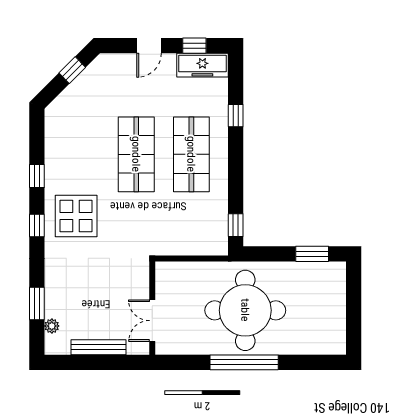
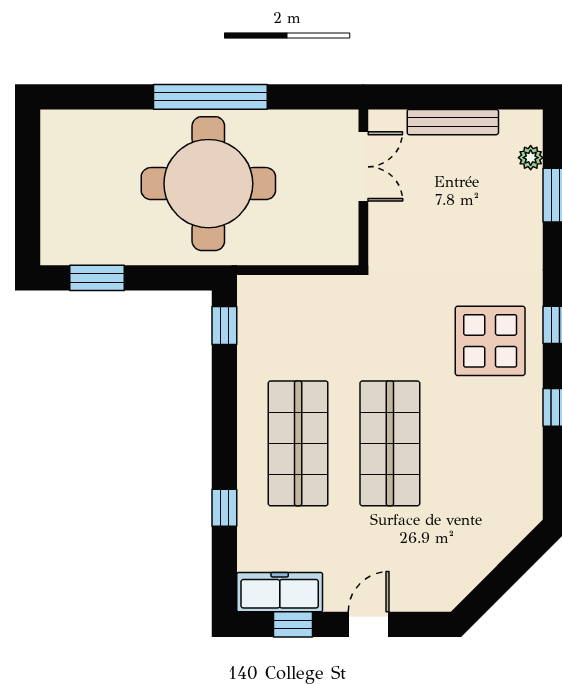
window: (72, 70) -> (497, 584), removed

